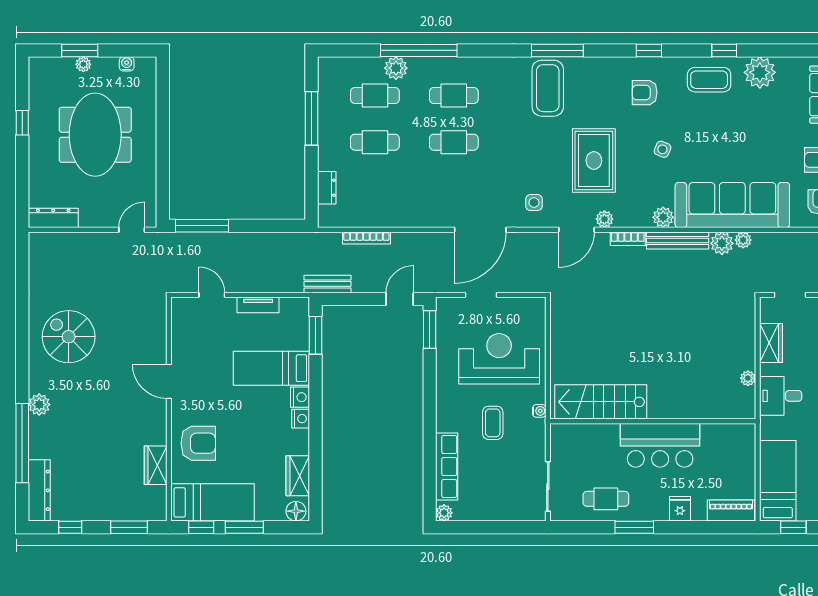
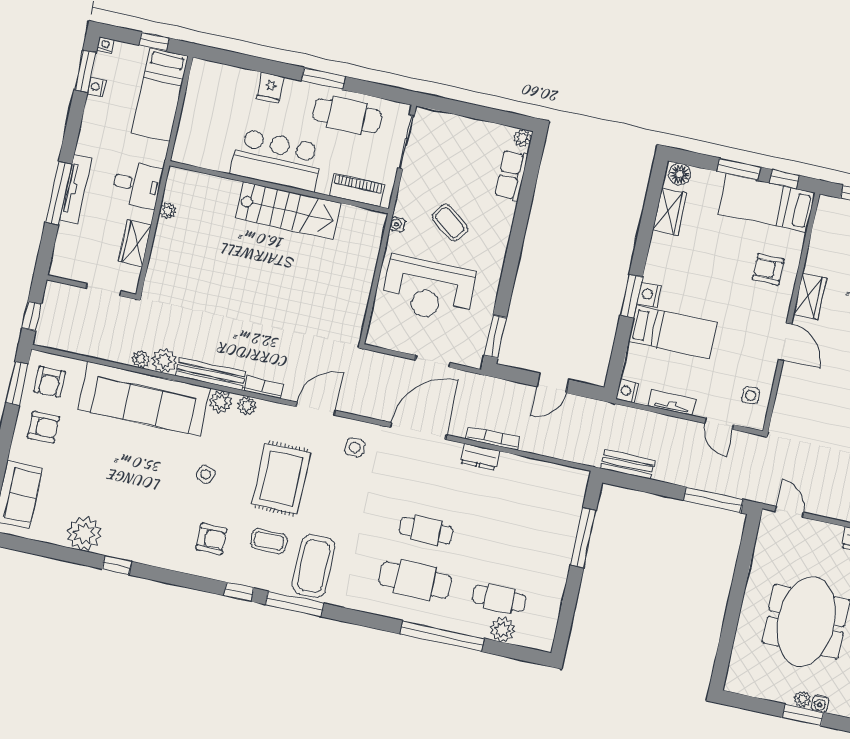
window: (649, 50) -> (239, 592), moved
water cooler: (127, 64) -> (820, 704), moved
plant: (396, 68) -> (502, 630), moved
coffee table: (709, 80) -> (269, 541), moved, width x0.73, depth x0.77
cafe table: (454, 95) -> (415, 580), width x1.37, depth x1.35
window: (311, 118) -> (583, 538), moved
cafe table: (375, 142) -> (510, 549), removed
dresser: (327, 188) -> (480, 457), moved, turned -90
plant: (604, 219) -> (247, 406), moved
door: (132, 230) -> (789, 512), swing flipped
bookcase: (366, 238) -> (493, 438), moved
bench: (327, 284) -> (627, 464), moved
door: (400, 299) -> (553, 383), moved
side table: (189, 327) -> (751, 395), added
window: (316, 335) -> (631, 296), moved
stairs: (601, 402) -> (288, 211), moved
nightstand: (301, 419) -> (627, 391), moved
coffee table: (493, 423) -> (450, 223), turned -53
armchair: (198, 443) -> (768, 269), width x0.72, depth x0.72
wardrobe: (156, 465) -> (810, 296), moved
row of seats: (447, 467) -> (512, 175), width x0.68
cafe table: (606, 499) -> (347, 115), width x1.37, depth x1.35
piano: (731, 510) -> (357, 190), moved, turned 180

